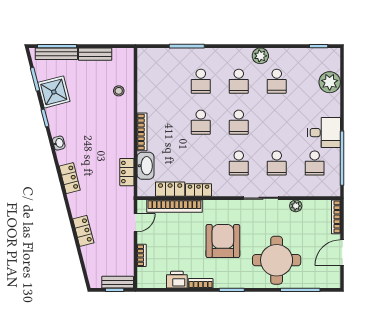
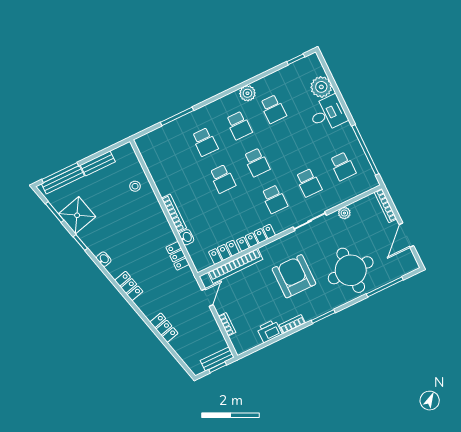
desk: (324, 133) -> (328, 114), moved
washbasin: (146, 166) -> (187, 237), width x0.52, depth x0.69
locker: (199, 190) -> (256, 238), width x1.53

